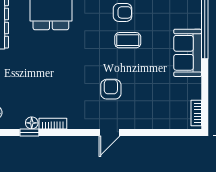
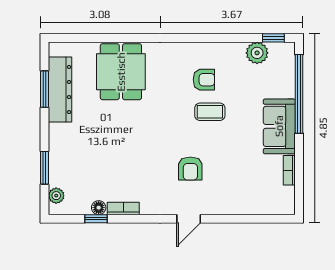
armchair: (111, 89) -> (190, 169), turned 180
bookcase: (196, 113) -> (289, 170), moved

